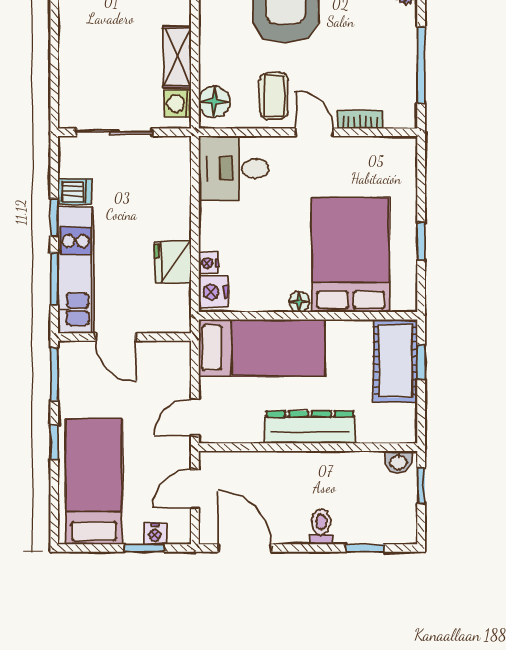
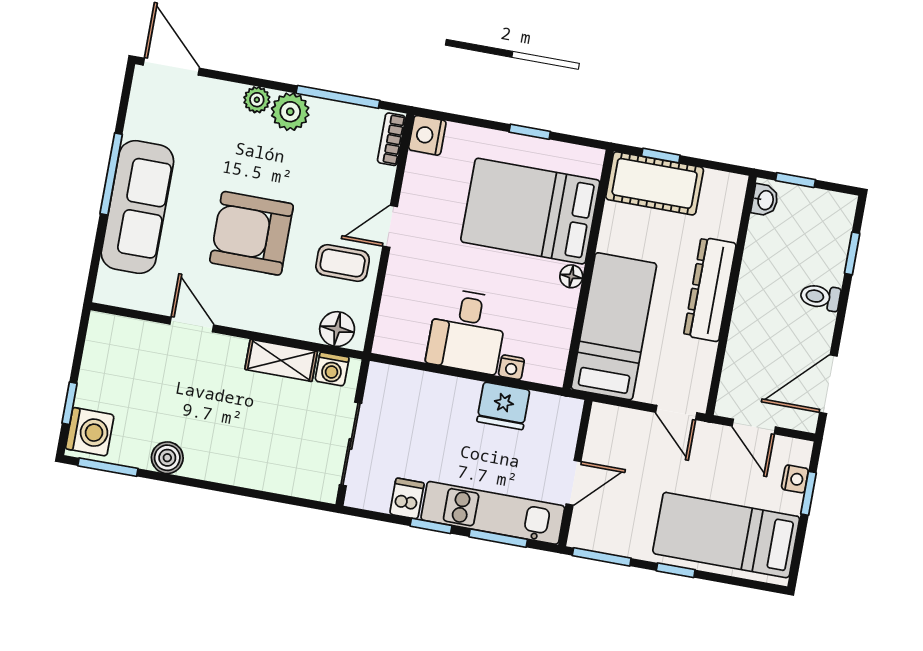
plant: (400, 25) -> (290, 112), added
bookcase: (360, 119) -> (391, 139), moved
desk: (234, 168) -> (467, 331), moved
nightstand: (213, 292) -> (427, 135), moved, turned 90

